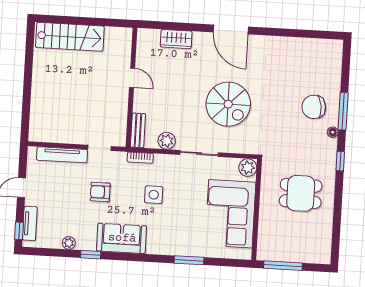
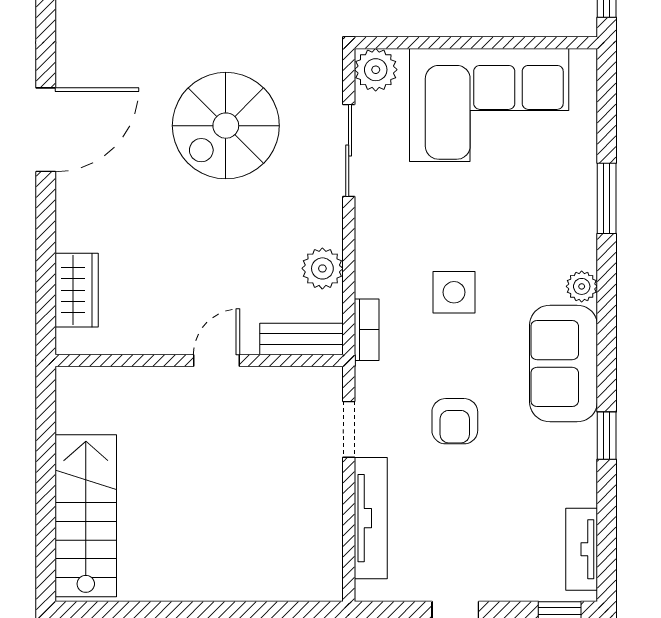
wardrobe: (176, 39) -> (77, 290), moved
door: (132, 78) -> (217, 360), moved
spiral stairs: (228, 104) -> (226, 126), turned 180
sliding door: (199, 154) -> (349, 151), moved
tv unit: (30, 223) -> (582, 549), moved, turned -90
plant: (69, 243) -> (582, 286), moved

